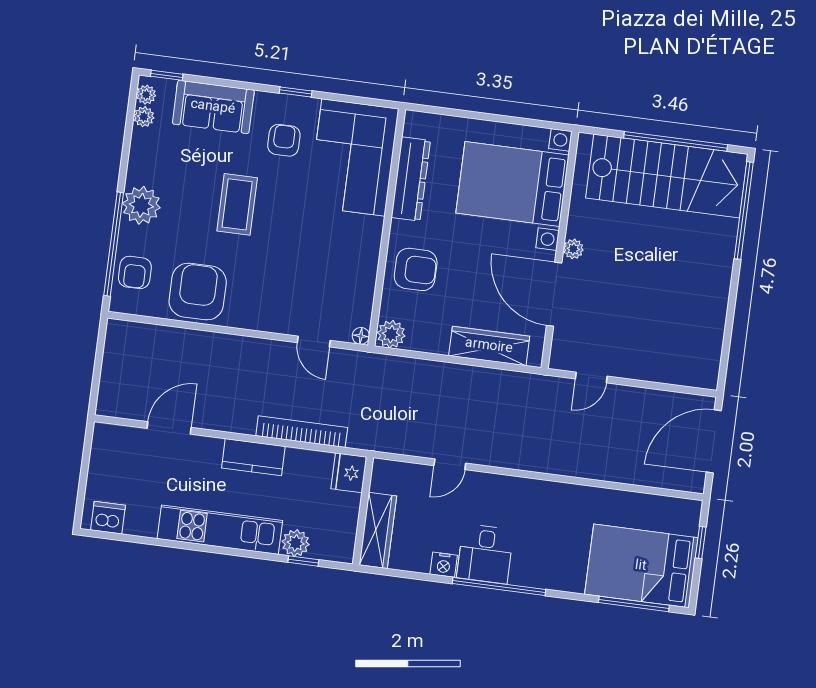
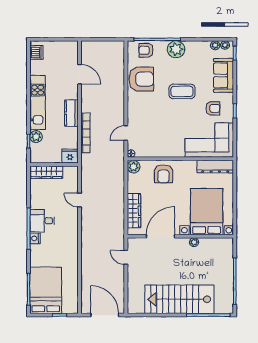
stairs: (667, 176) -> (179, 299), moved, turned 90
dresser: (411, 179) -> (215, 167), moved
plant: (573, 249) -> (194, 242), moved
nightstand: (444, 565) -> (35, 238), moved

